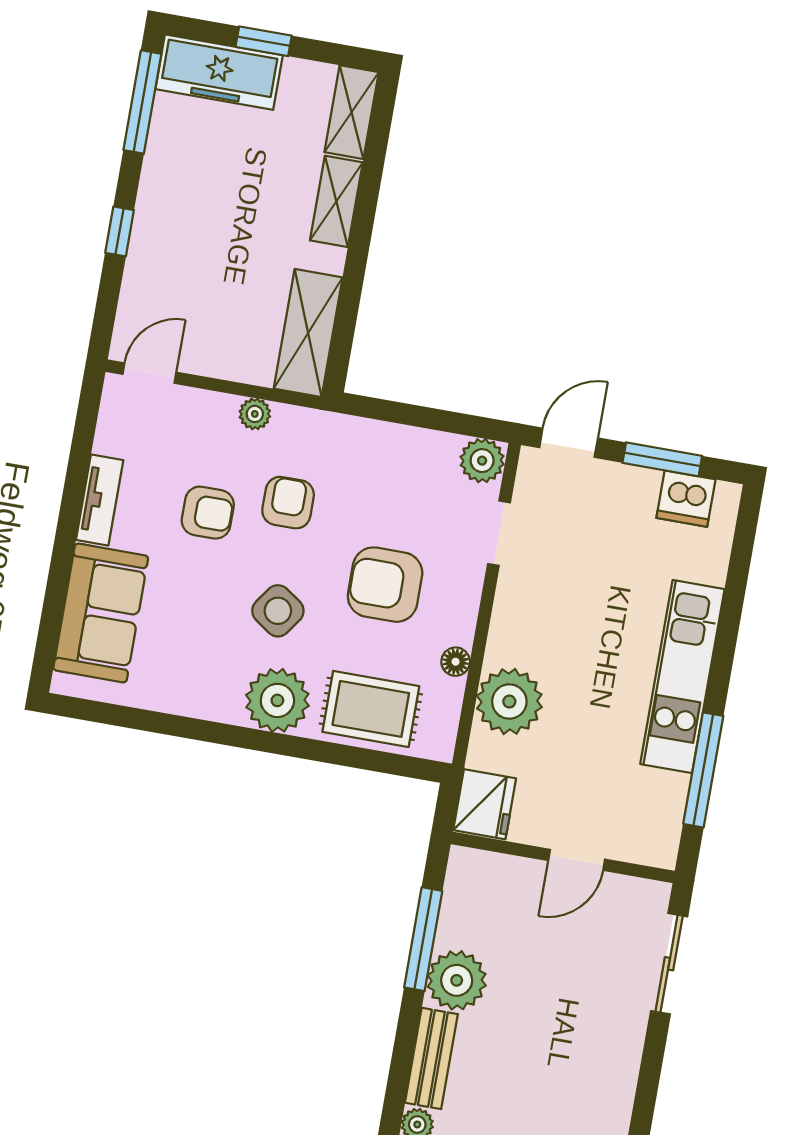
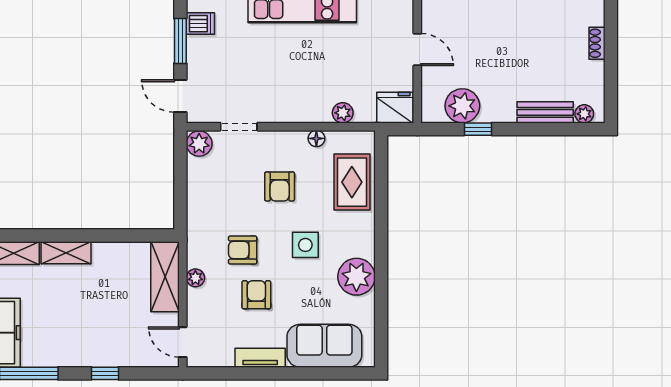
shelving: (308, 333) -> (165, 277), moved, turned 90
dishwasher: (686, 499) -> (200, 24), width x0.73
armchair: (385, 585) -> (280, 186), width x0.72, depth x0.72
side table: (278, 611) -> (305, 245), turned -35
plant: (277, 700) -> (356, 277), moved
plant: (509, 701) -> (343, 113), width x0.53, depth x0.53
window: (423, 939) -> (478, 129), width x0.46
plant: (457, 980) -> (462, 106), moved

